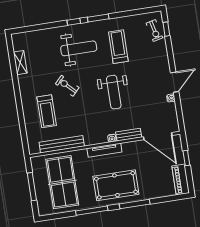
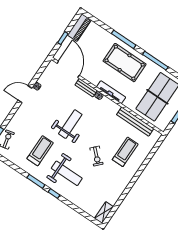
treadmill: (118, 47) -> (40, 151), turned 180
weight bench: (79, 48) -> (67, 173), turned 180
shelving: (20, 63) -> (104, 212), moved

